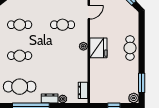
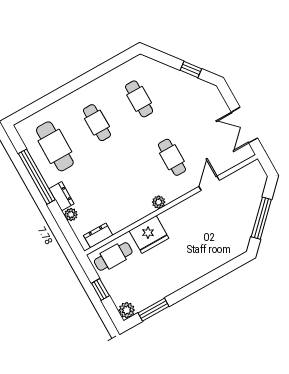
door: (89, 12) -> (209, 183), swing flipped
fridge: (98, 48) -> (149, 234), moved
cafe table: (130, 48) -> (113, 256), moved

